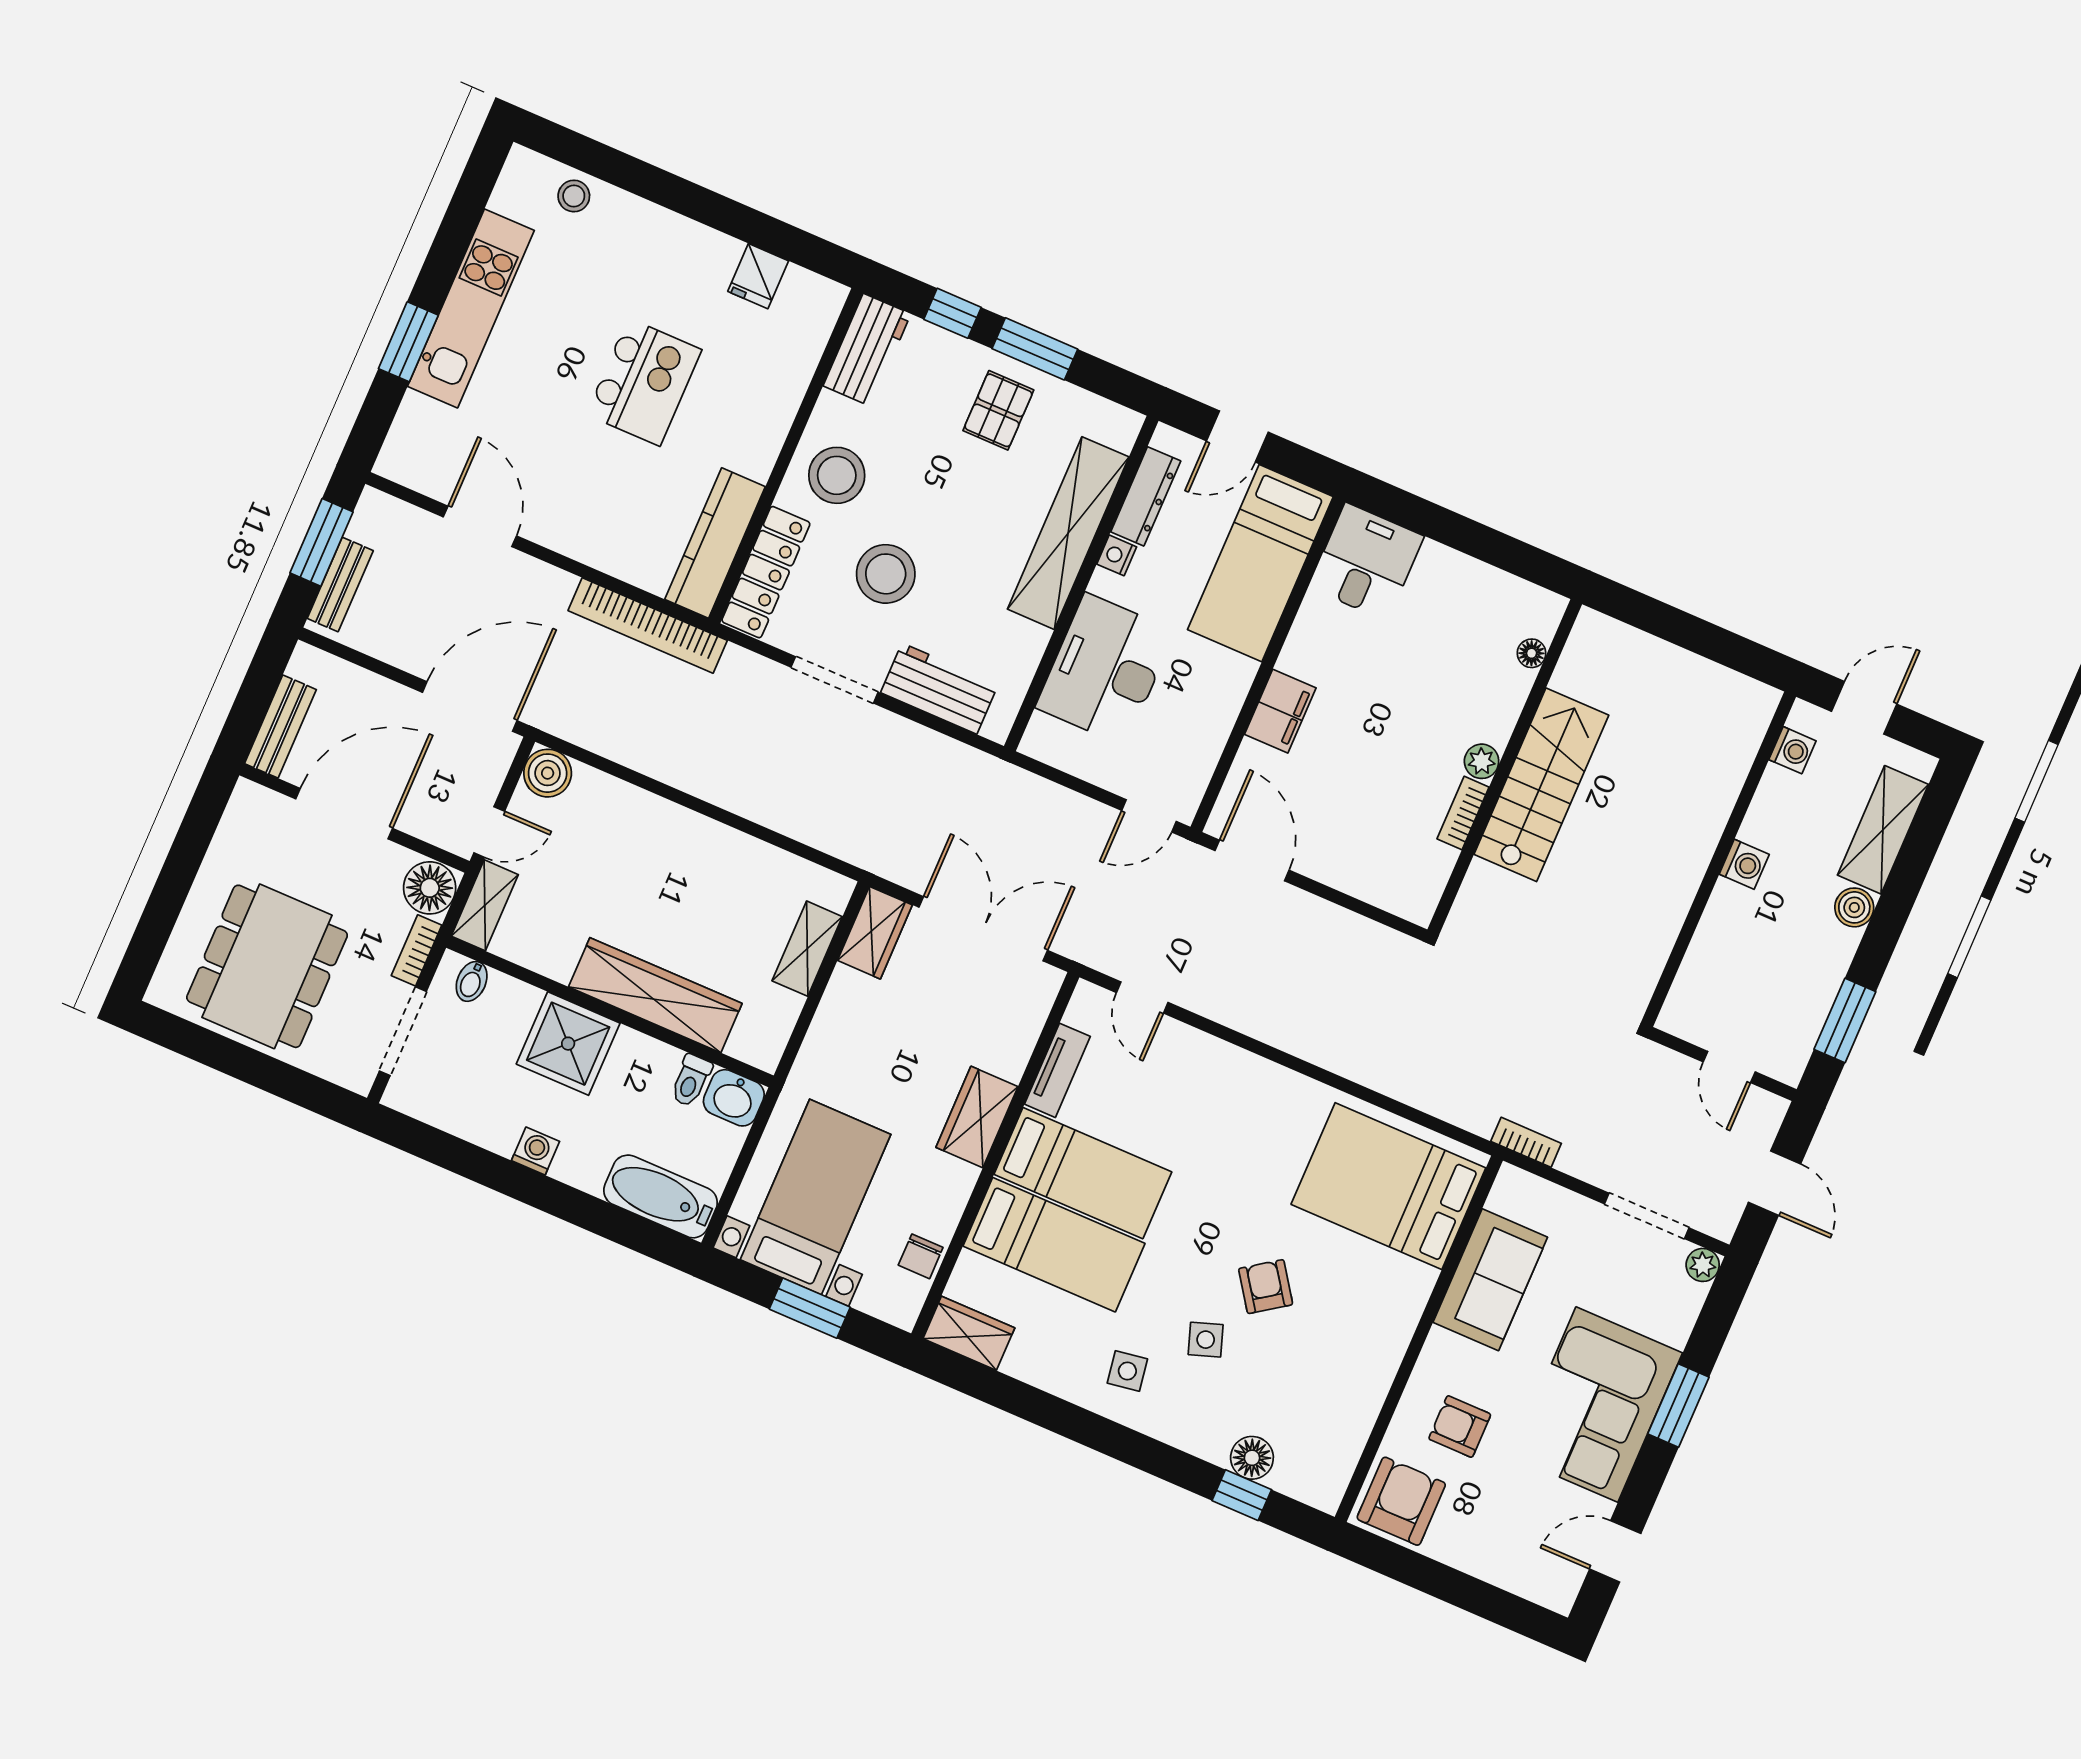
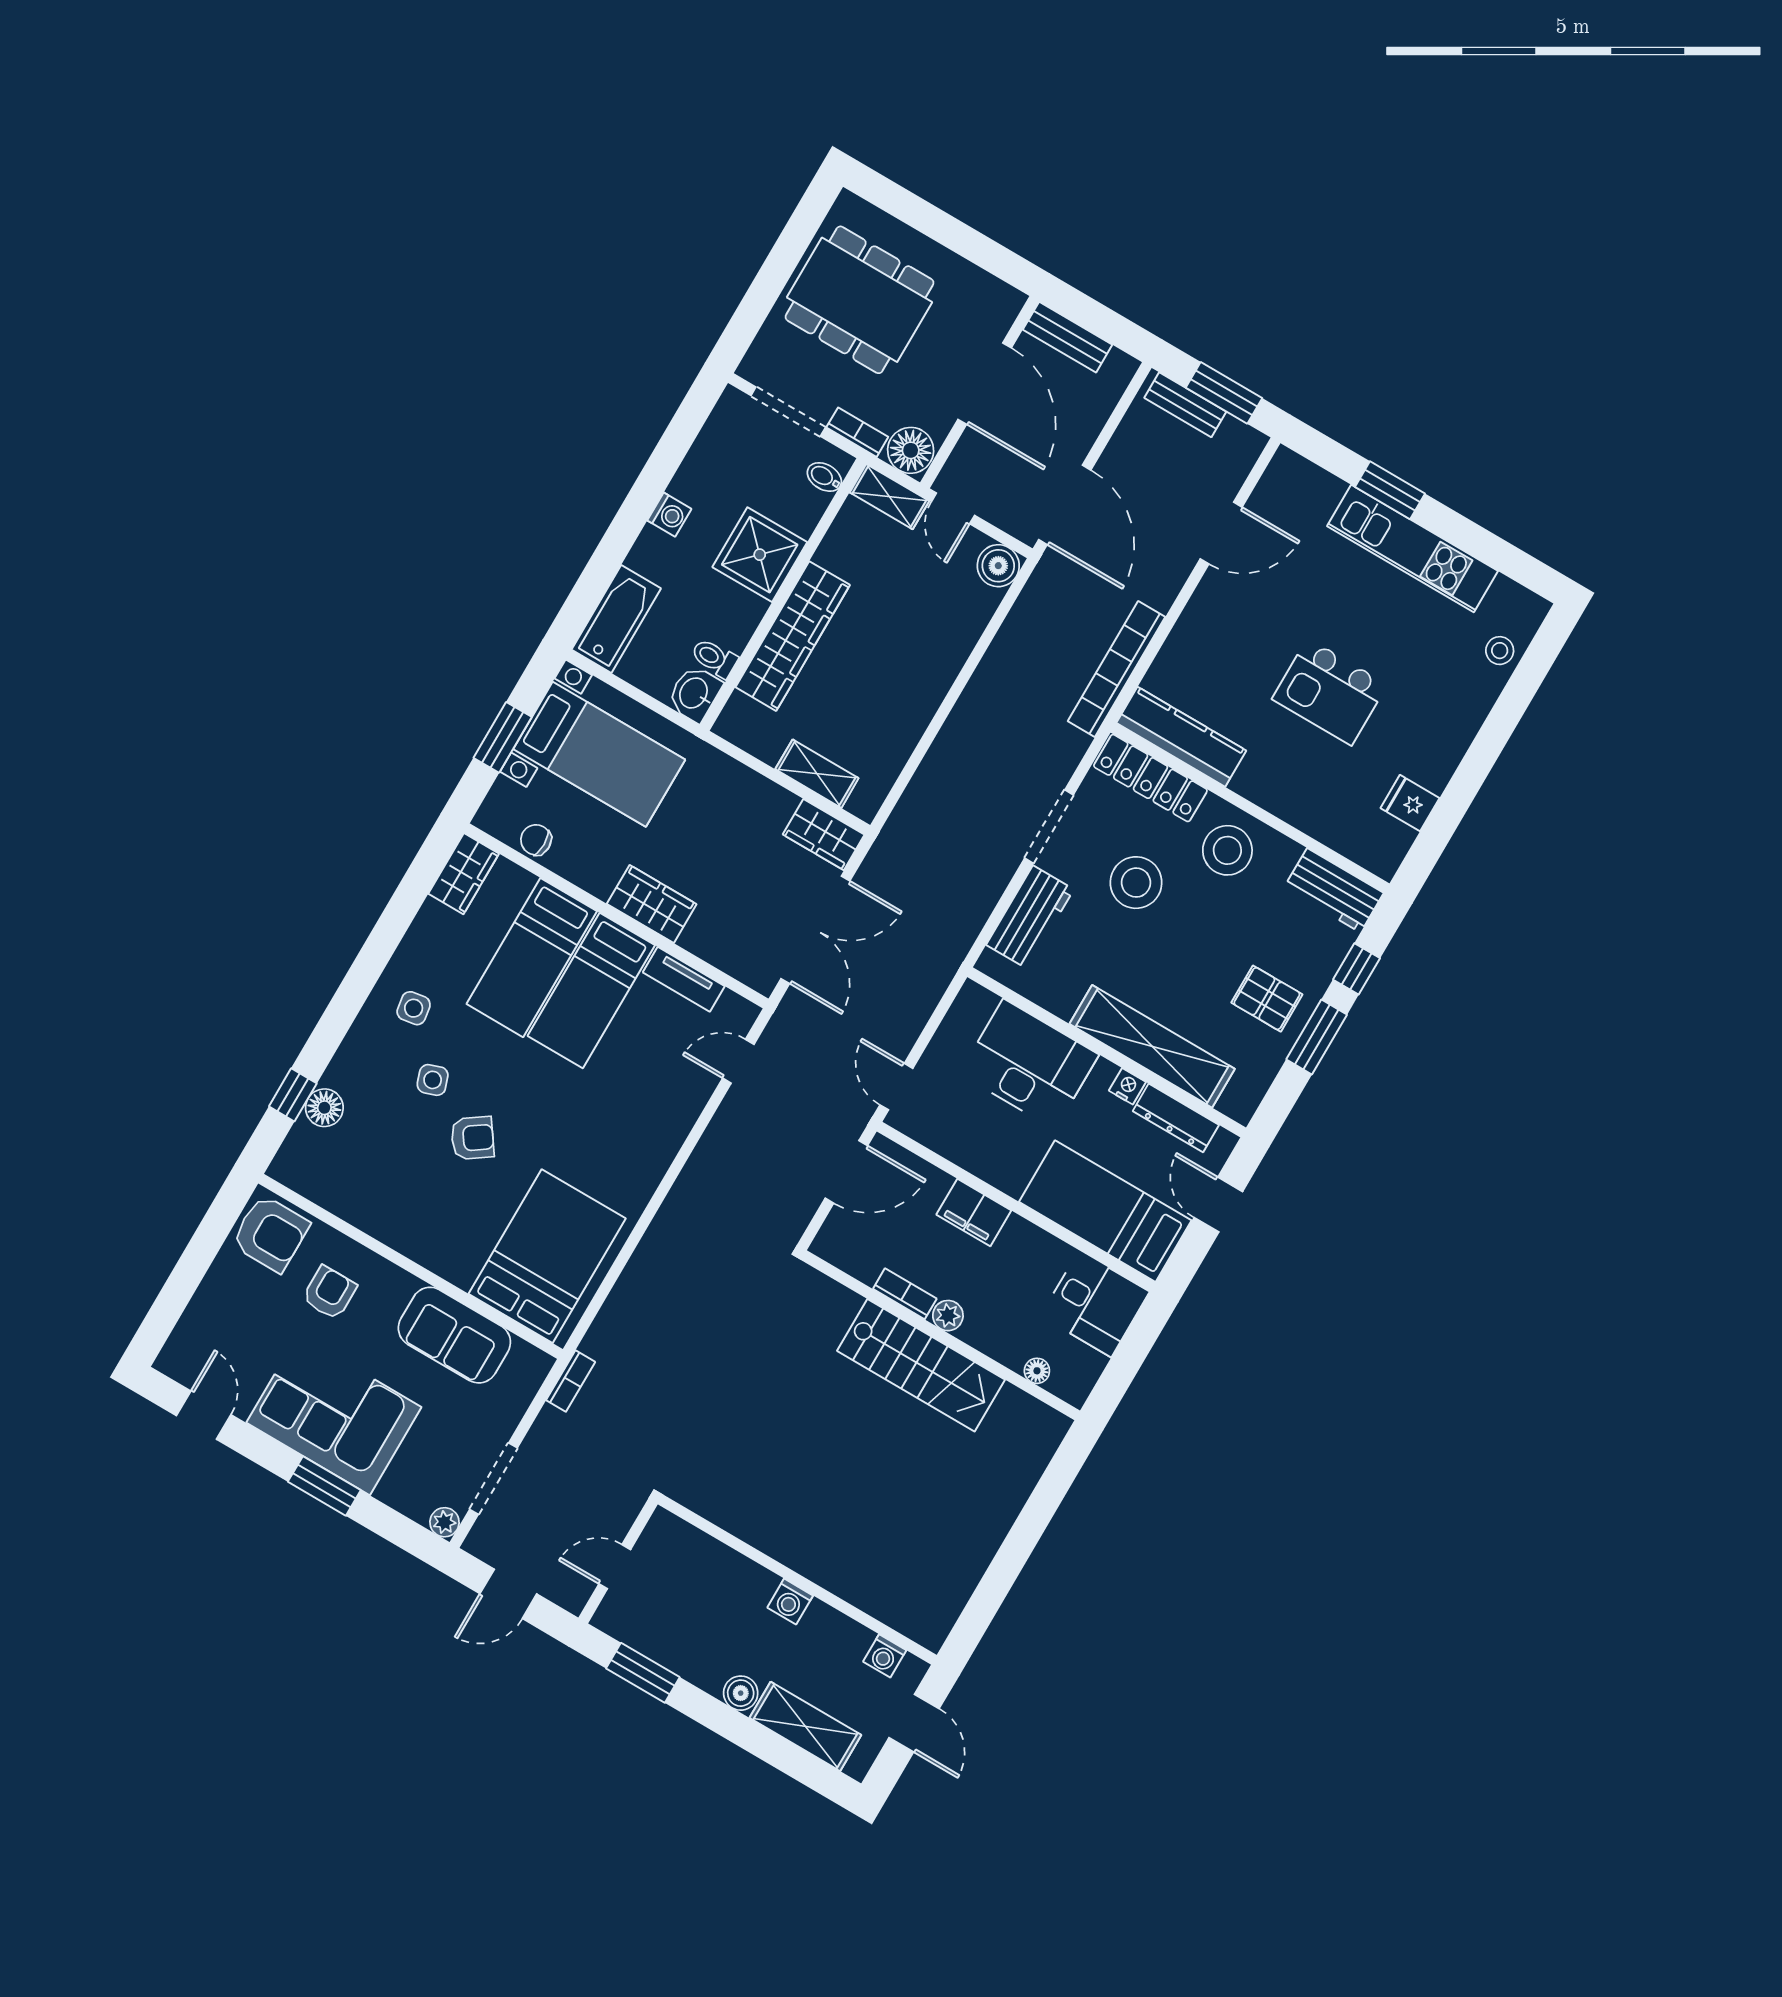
floor lamp: (1532, 653) -> (1037, 1371), moved
plant: (1482, 761) -> (948, 1316), moved
wall: (1505, 767) -> (941, 1335), moved
stairs: (1541, 785) -> (921, 1365), moved
bookcase: (1463, 813) -> (905, 1294), moved

